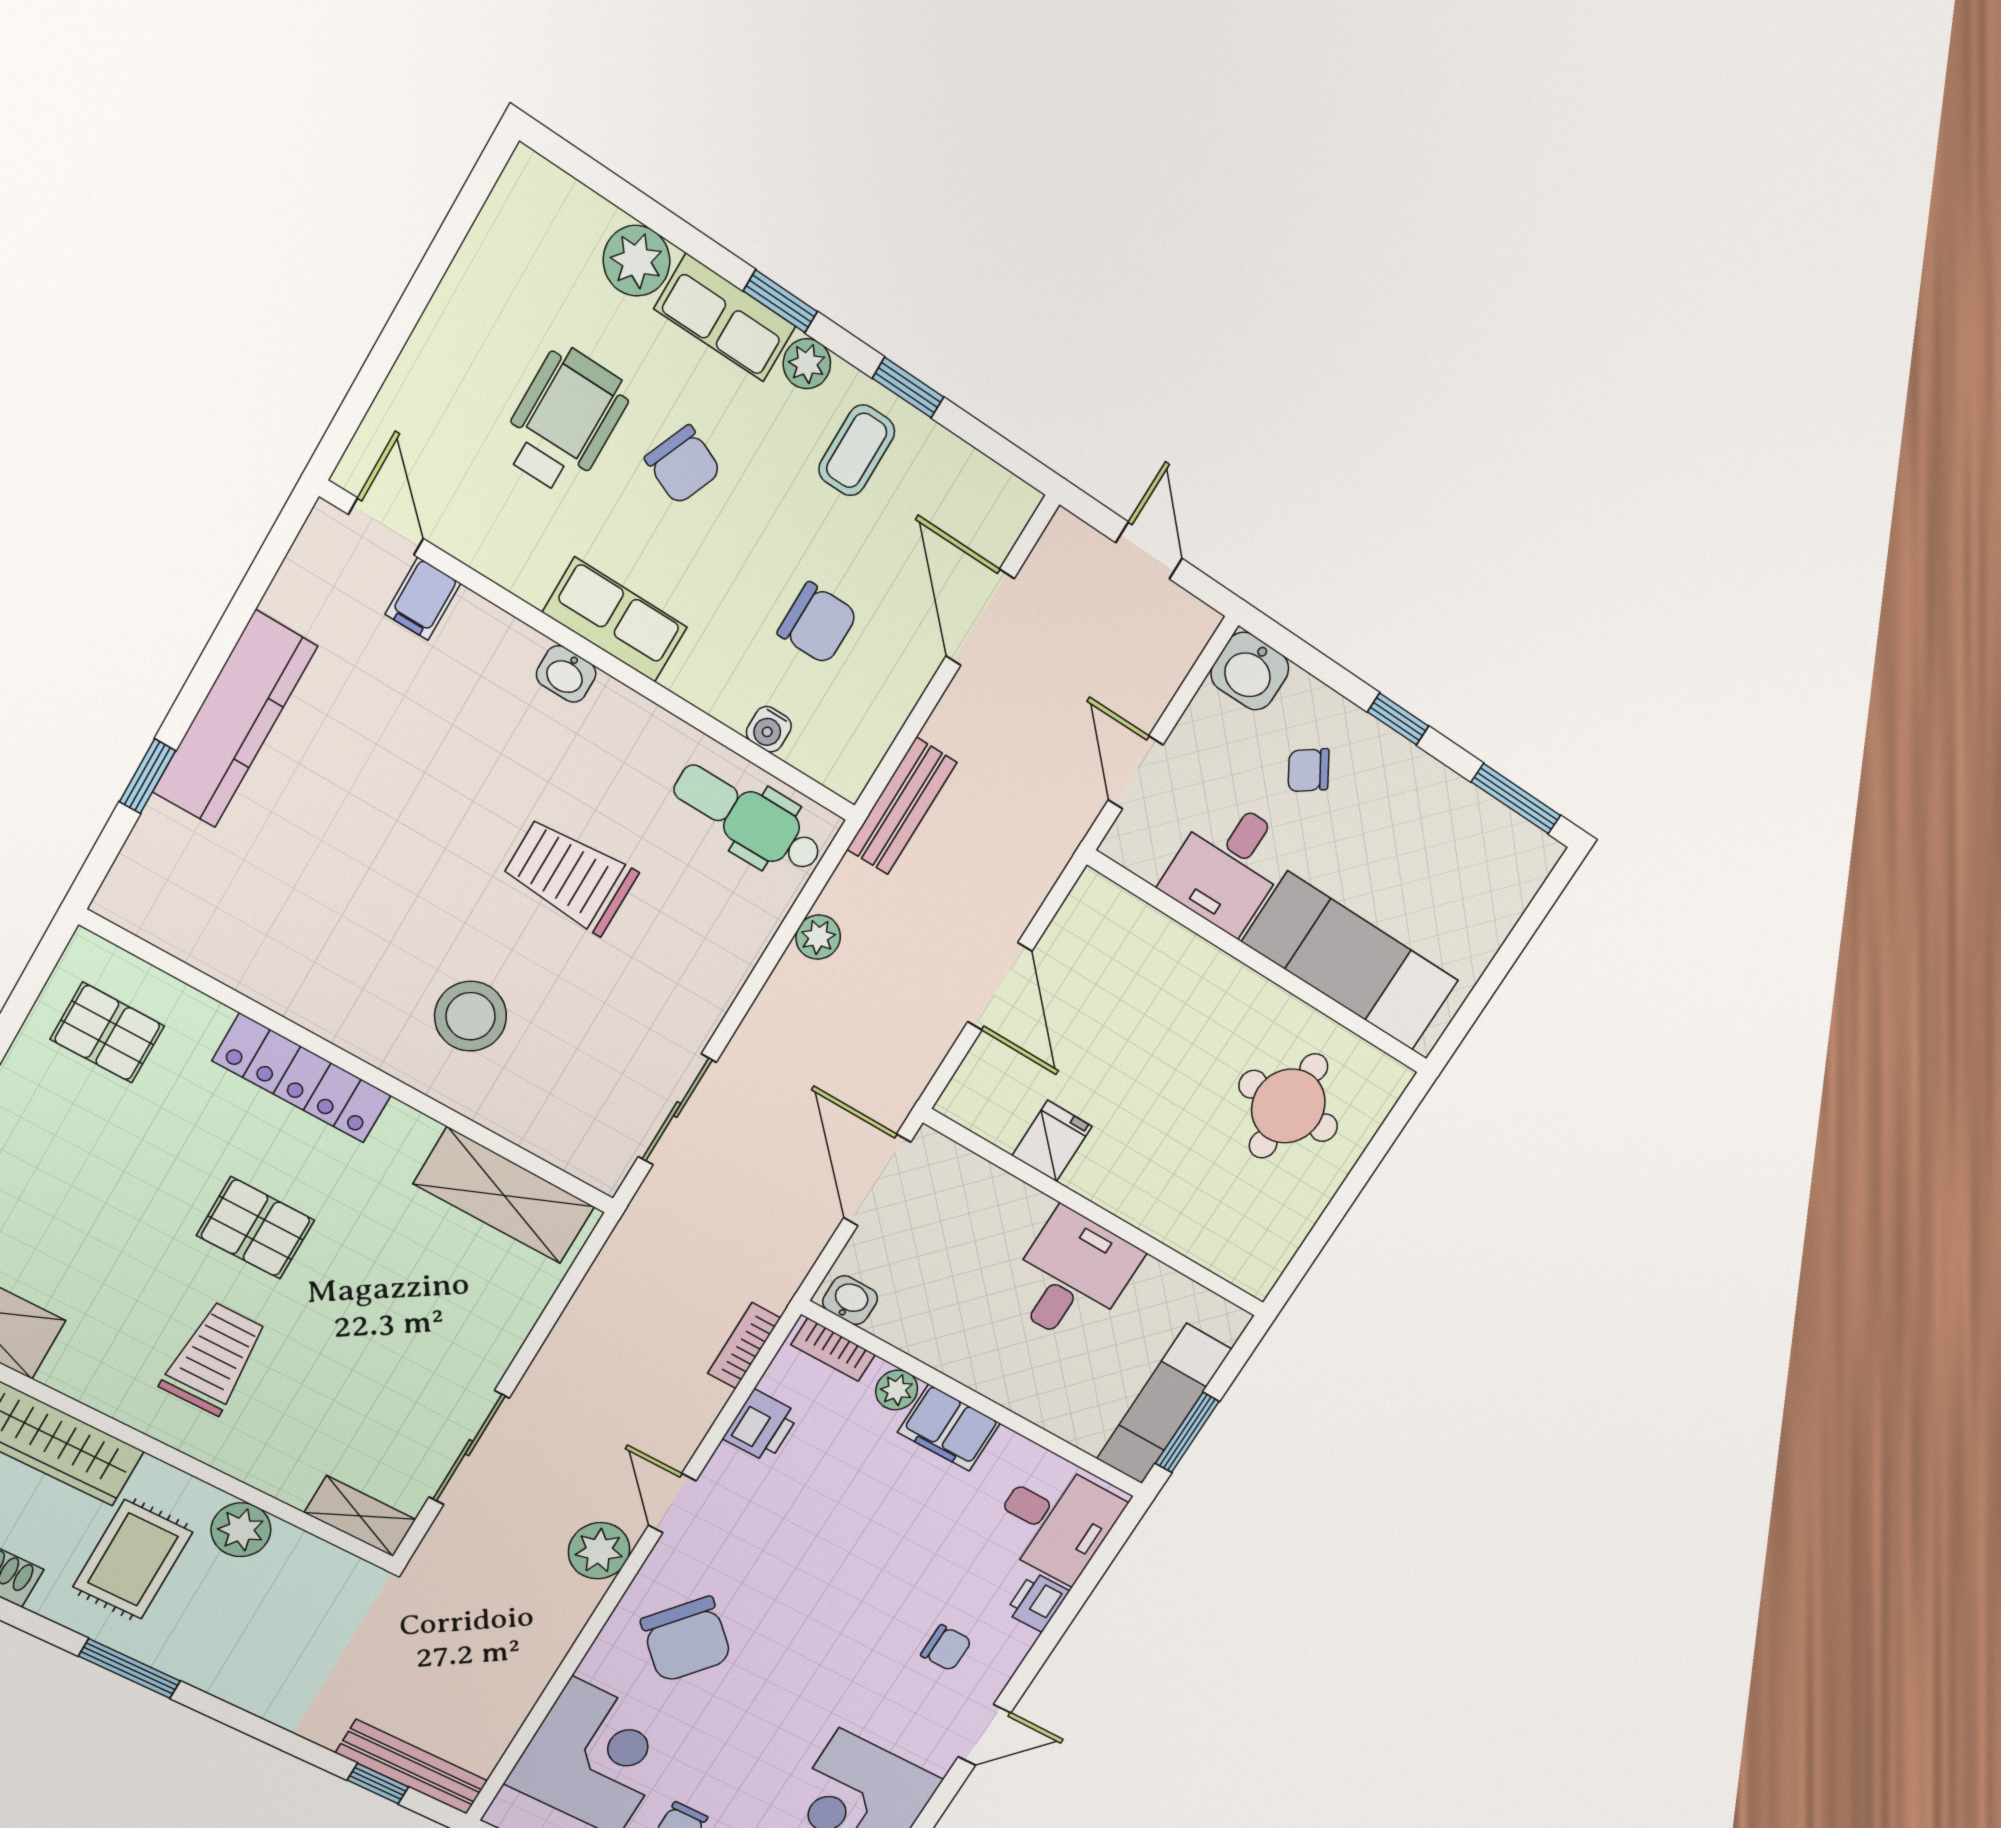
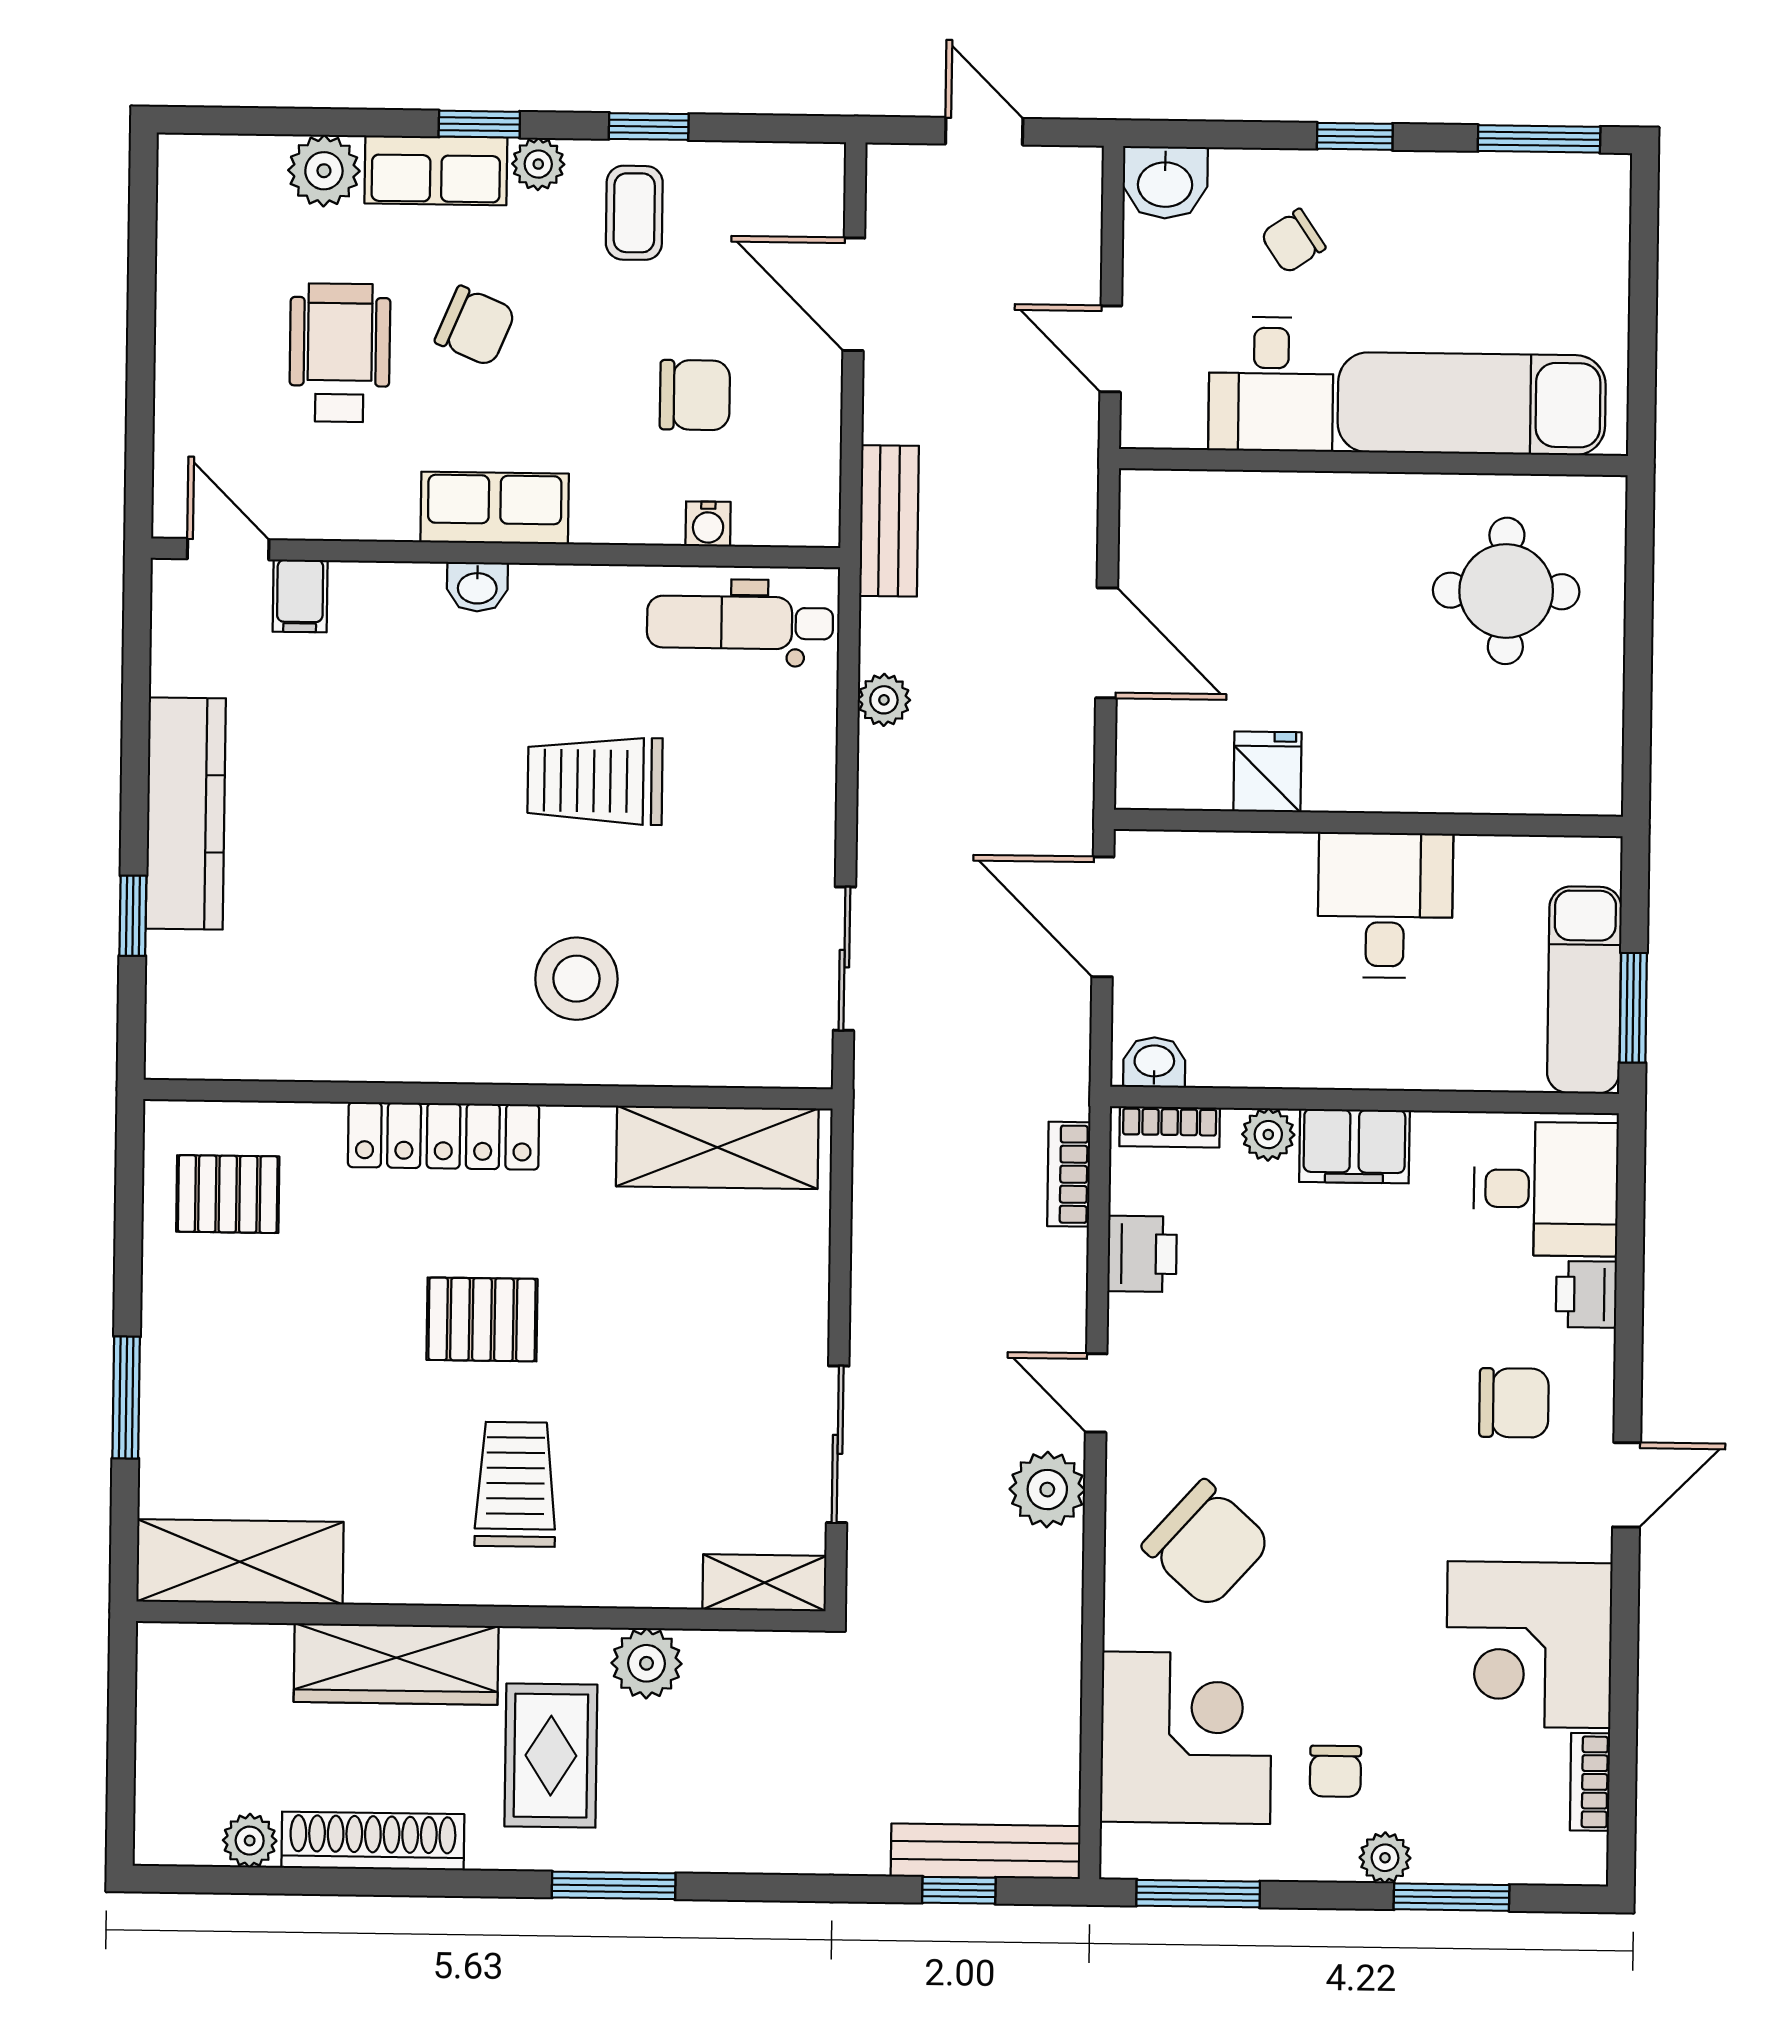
chair: (946, 1648) -> (1514, 1403), width x1.37, depth x1.37

